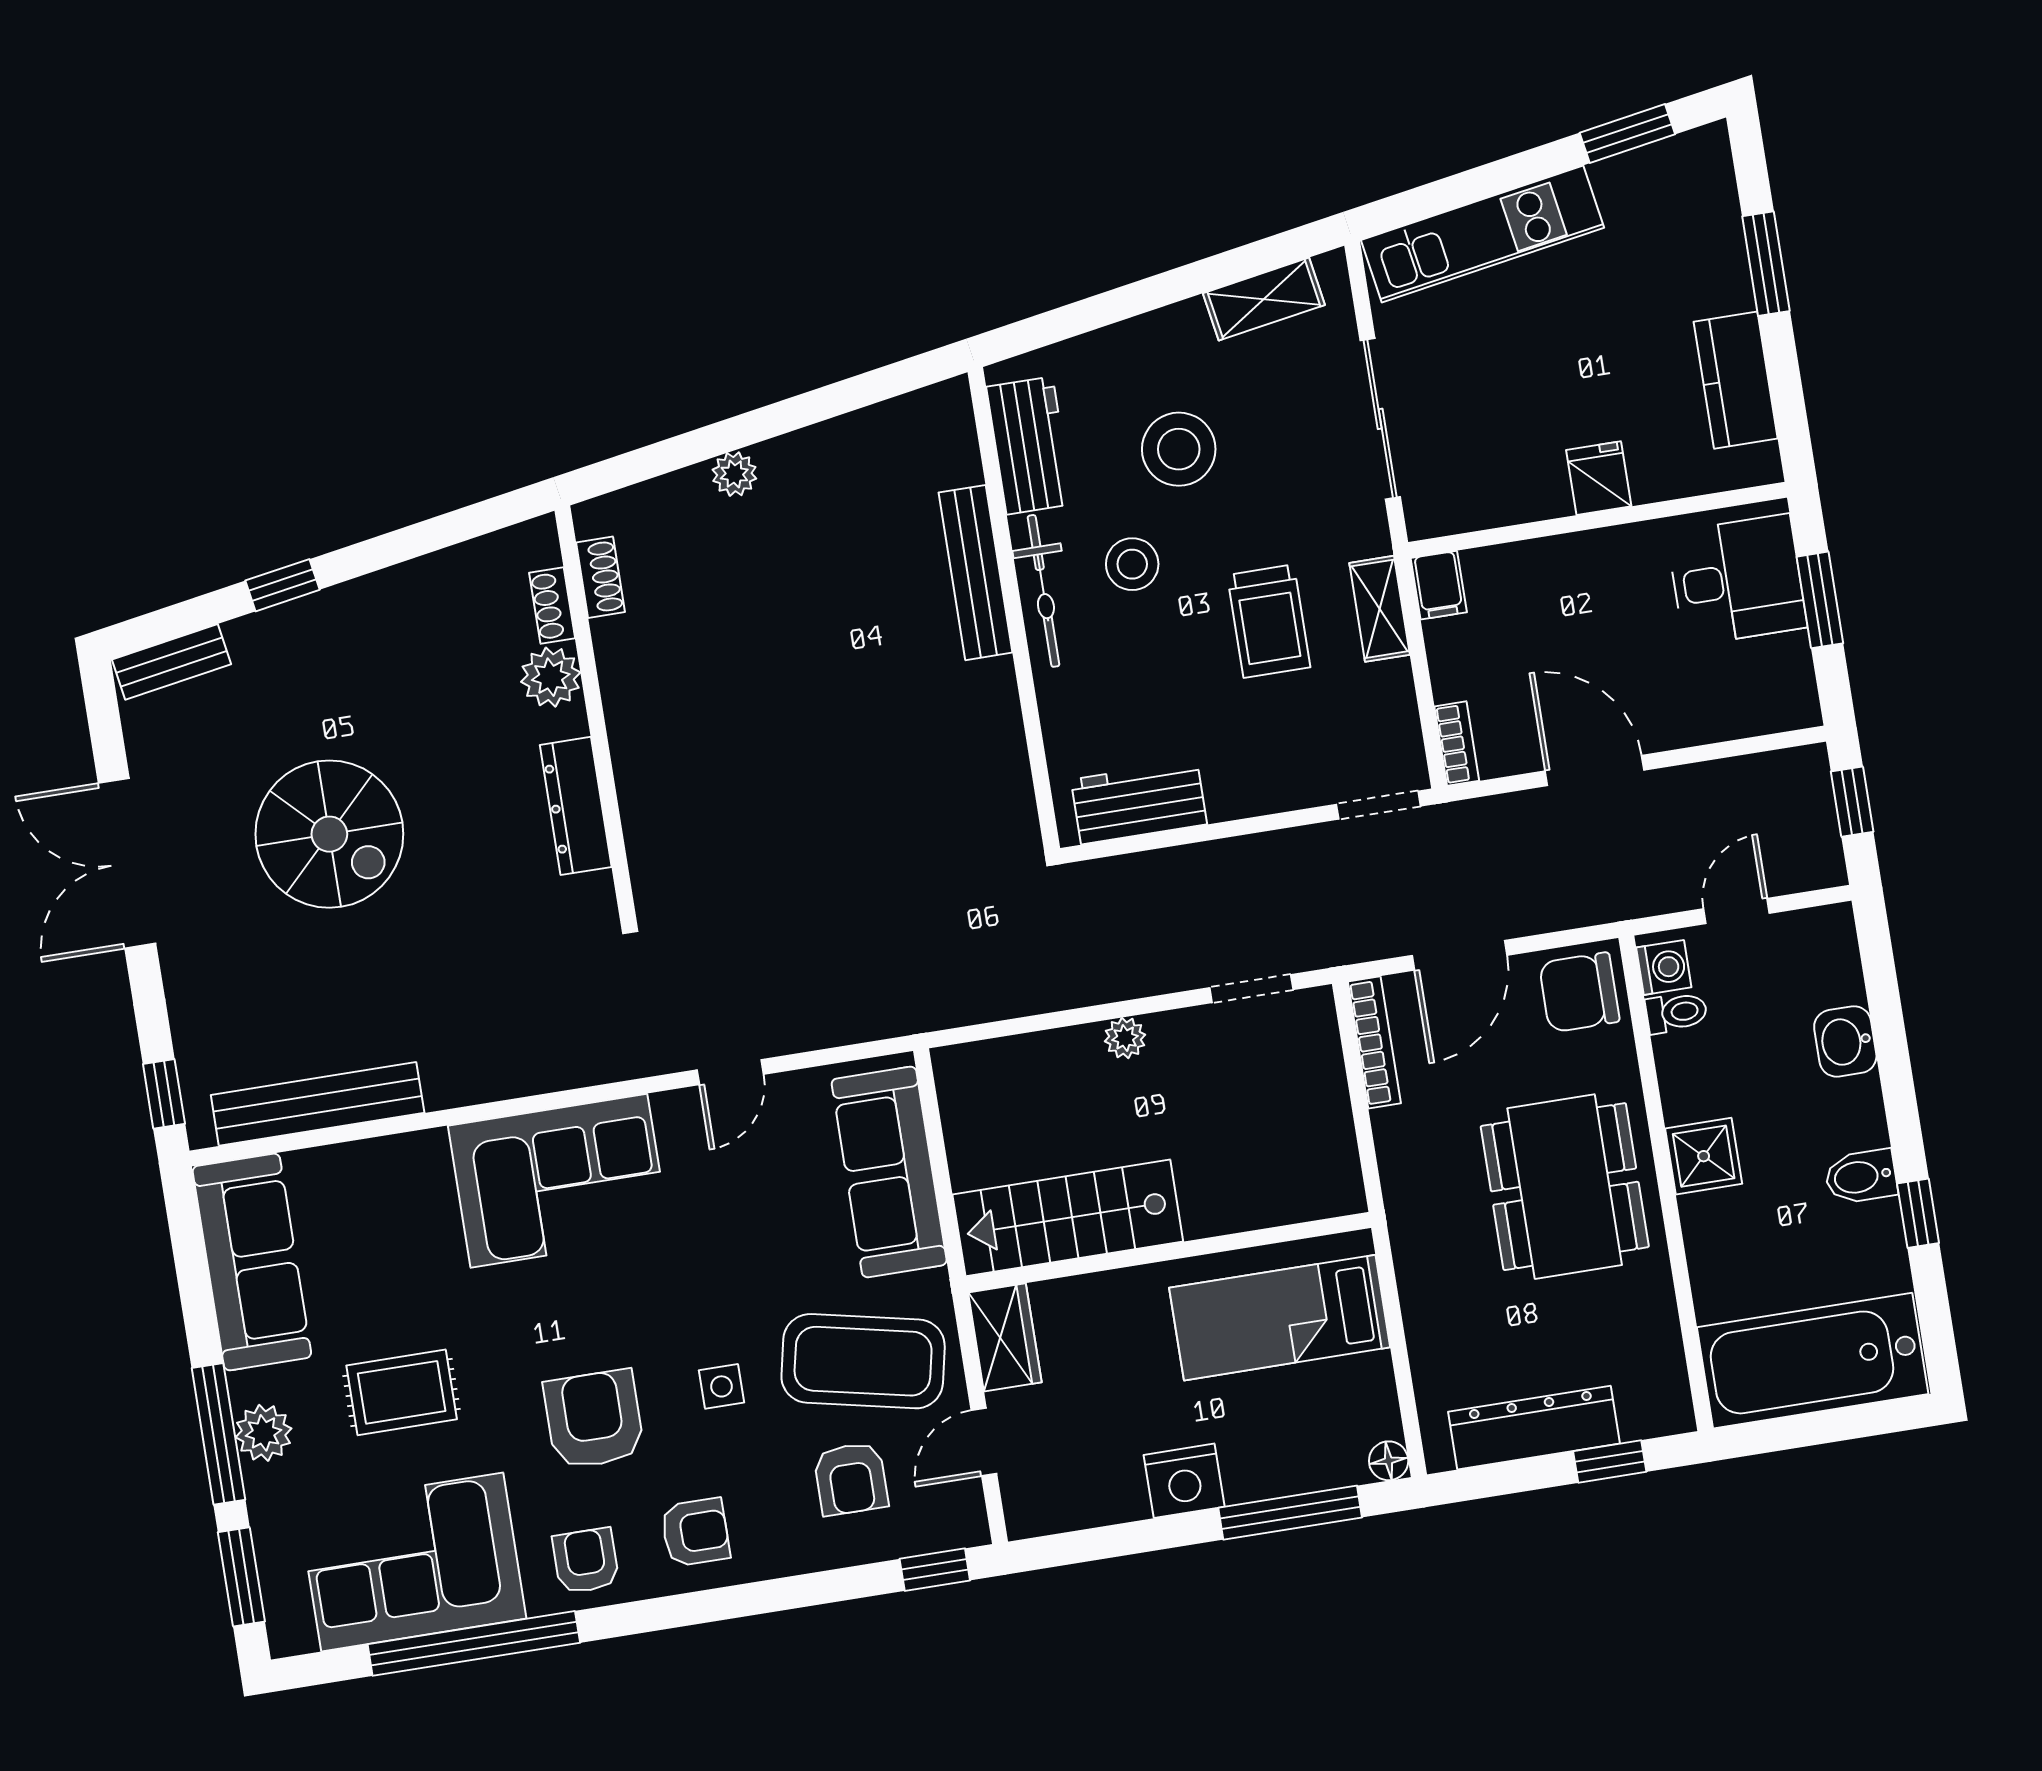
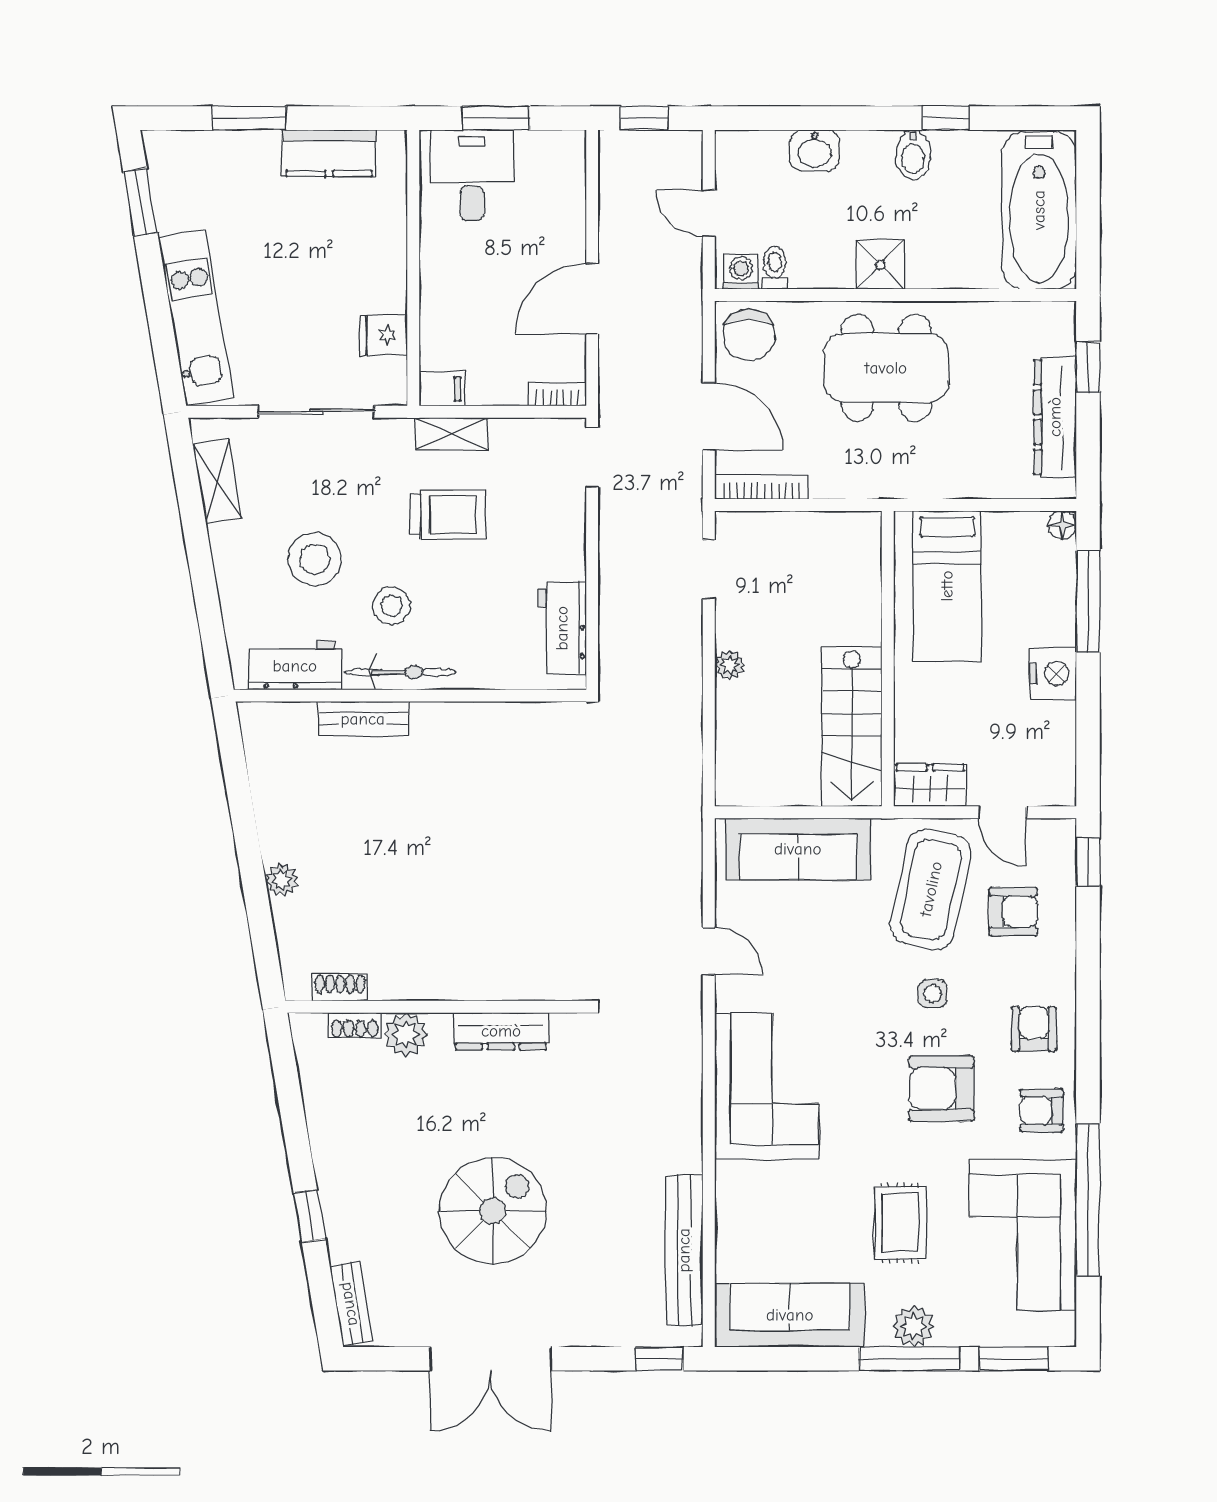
fridge: (1599, 478) -> (383, 335), moved
bench: (976, 573) -> (363, 719), width x0.73

